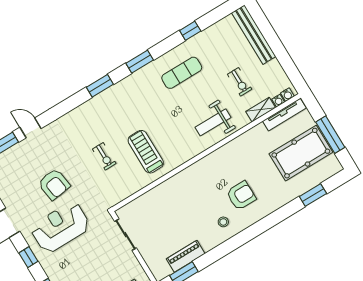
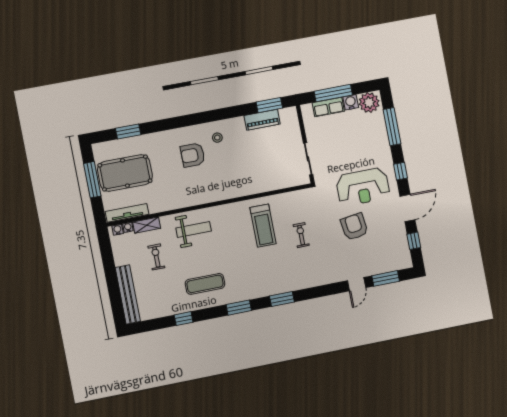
door: (31, 128) -> (357, 284), hinge flipped

